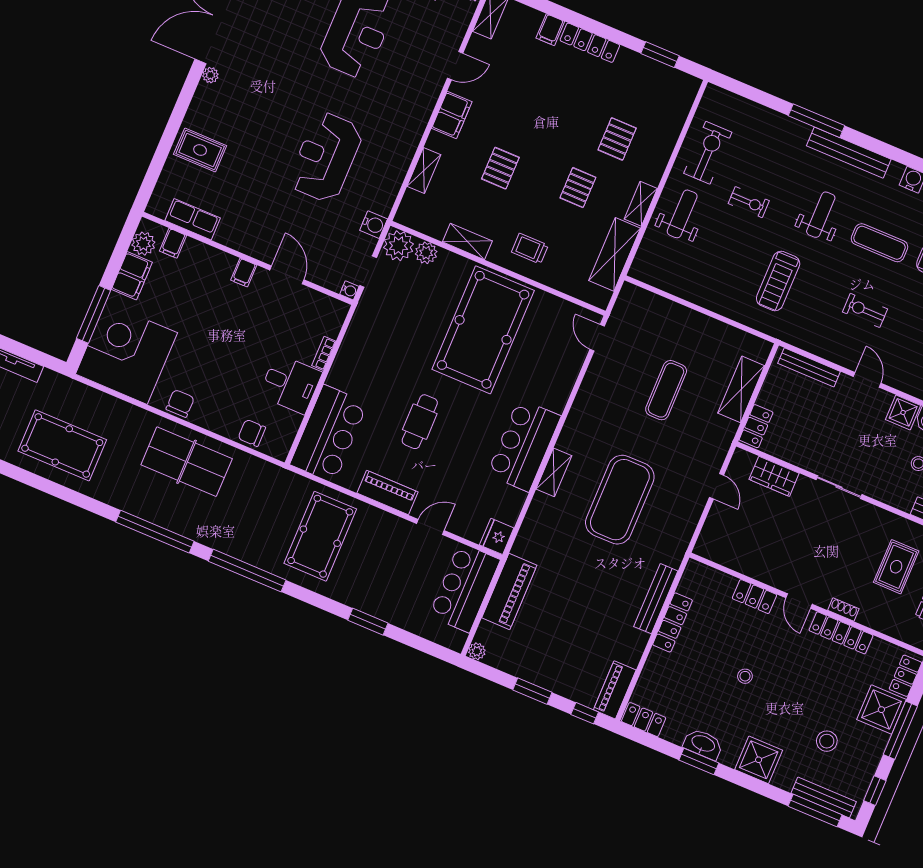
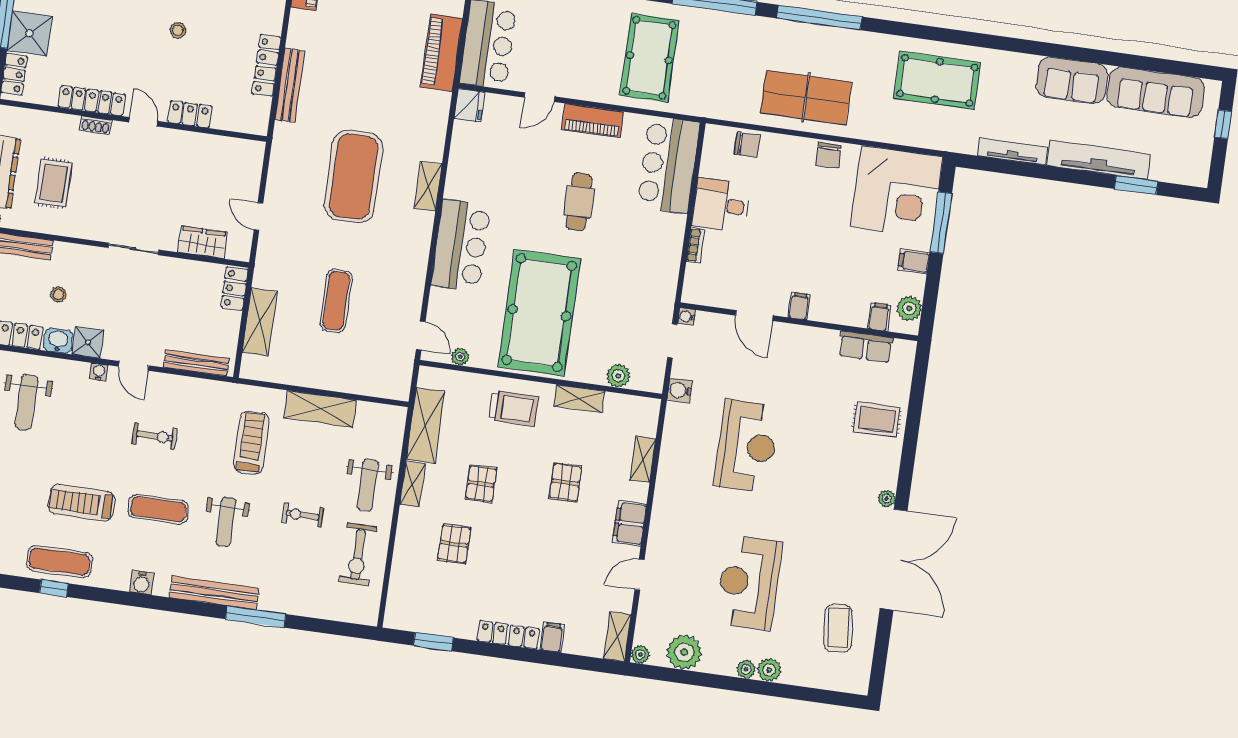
plant: (398, 246) -> (460, 357), moved, width x0.53, depth x0.53
trolley: (530, 249) -> (514, 408), width x1.36, depth x1.39
filing cabinet: (132, 276) -> (914, 262), width x0.50
shelving: (707, 295) -> (320, 409), added
water cooler: (900, 383) -> (99, 372), added
bar counter: (524, 445) -> (461, 245), moved

